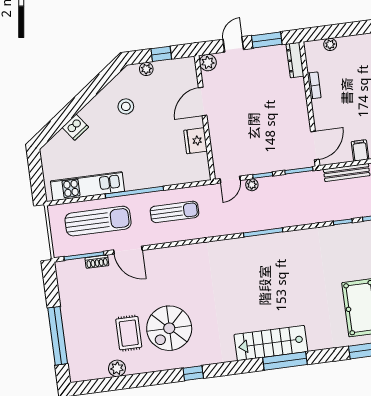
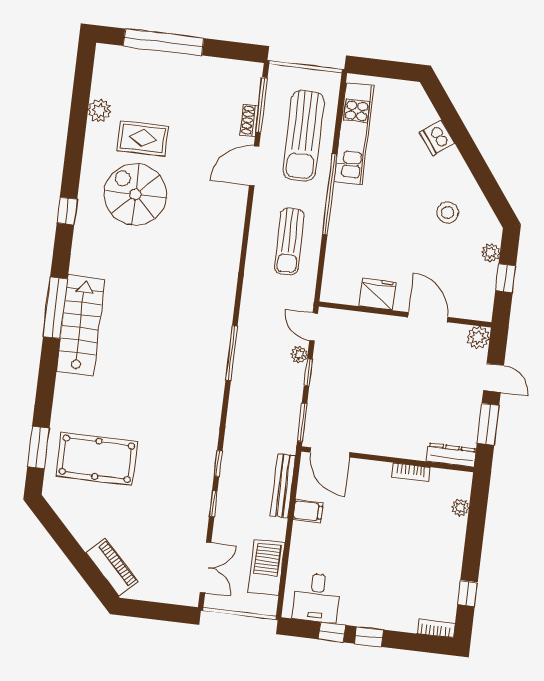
window: (285, 361) -> (55, 308), moved

